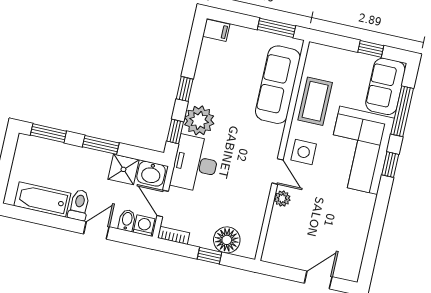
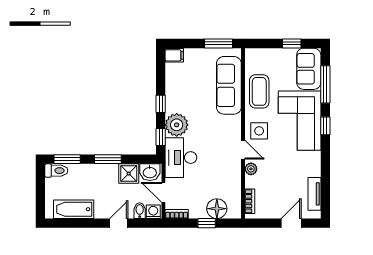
toilet: (79, 205) -> (56, 171), moved, turned 90
bookcase: (271, 240) -> (250, 201), added
tv unit: (357, 249) -> (314, 194), added

